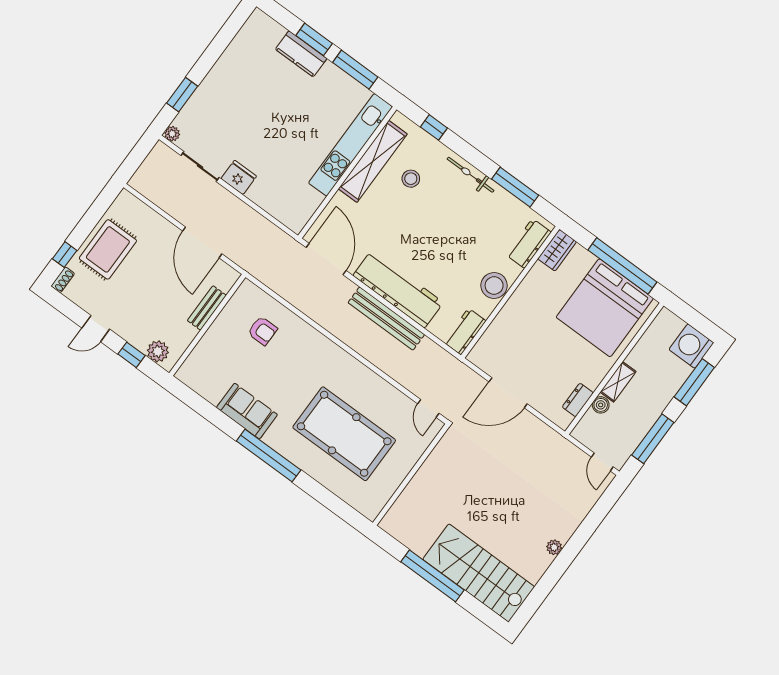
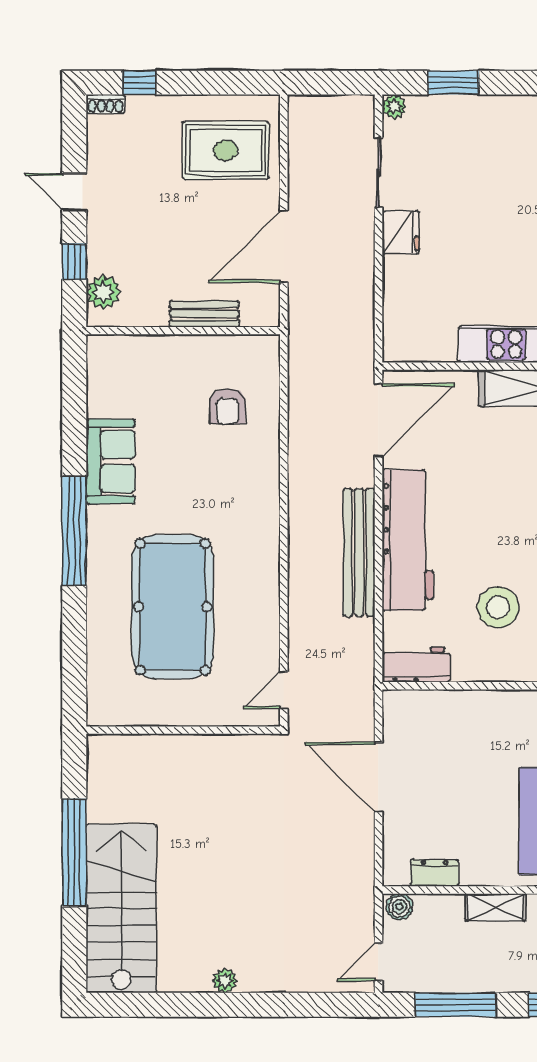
rug: (108, 249) -> (226, 150), moved
stool: (494, 286) -> (498, 607), moved
boiler: (601, 405) -> (399, 907), moved

